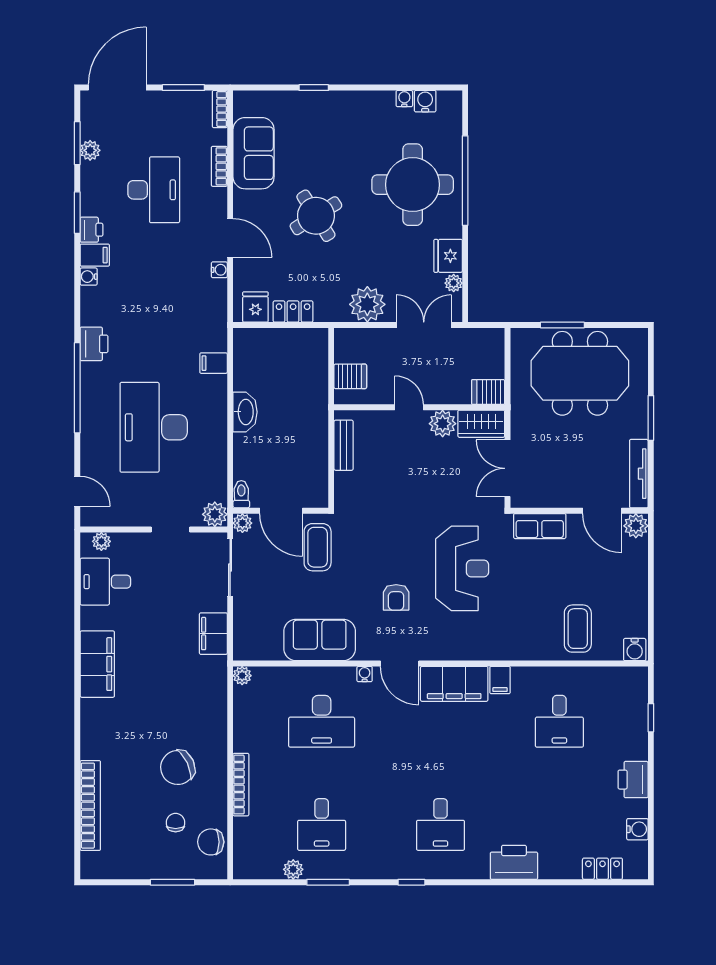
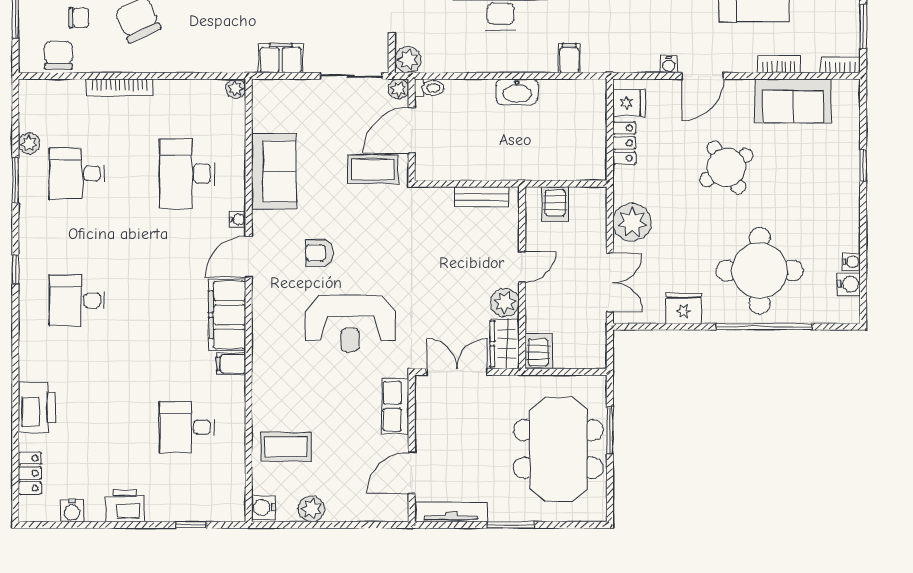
plant: (454, 283) -> (655, 314), removed
plant: (636, 526) -> (311, 509), moved
printer: (514, 862) -> (37, 407), moved

